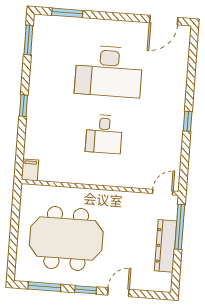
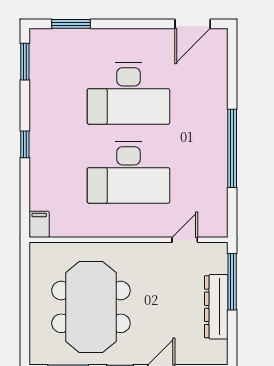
window: (188, 121) -> (232, 148), width x3.17
desk: (104, 134) -> (129, 172), width x1.87, depth x1.30
door: (163, 192) -> (185, 240), moved
meeting table: (66, 239) -> (91, 307), turned 90

